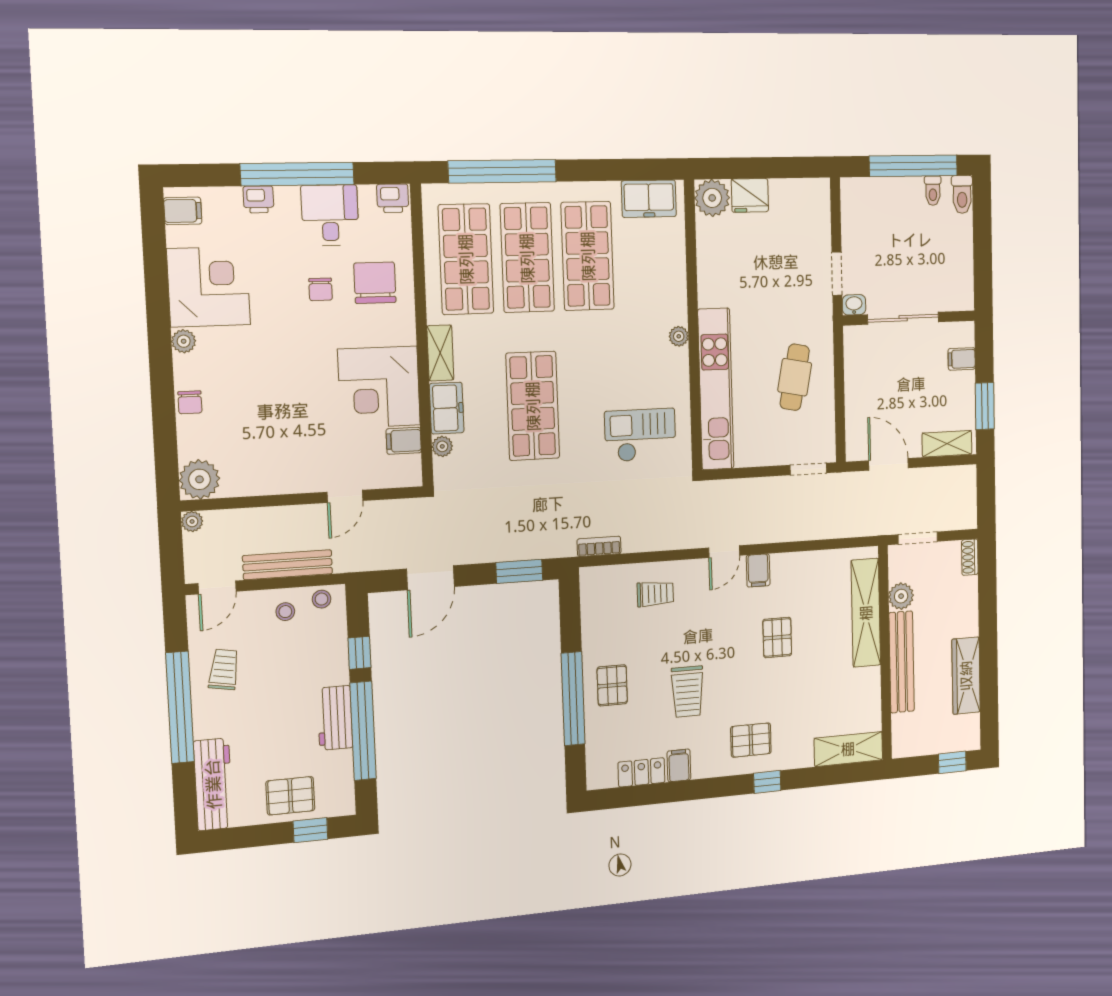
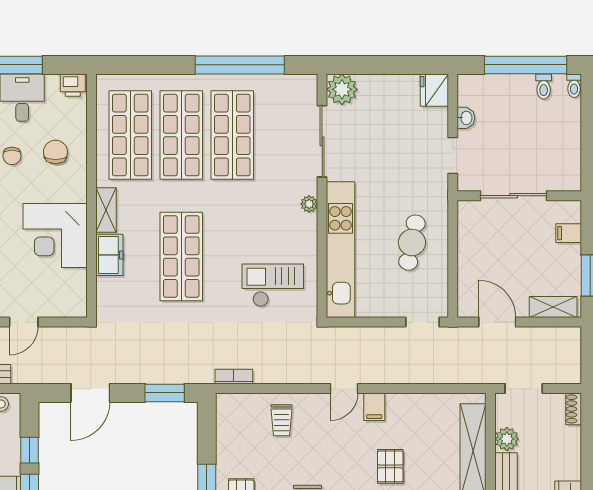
window: (502, 171) -> (240, 65), moved
toilet: (962, 194) -> (574, 86), width x0.73, depth x0.72
fridge: (750, 195) -> (434, 90), moved, turned 90
freezer: (649, 199) -> (287, 89), removed
sliding door: (691, 261) -> (322, 141), added
chair: (375, 283) -> (55, 152), width x0.73, depth x0.73
washbasin: (854, 305) -> (466, 118), moved, turned 90
filing cabinet: (404, 441) -> (73, 280), removed
plant: (442, 446) -> (105, 286), removed
trolley: (655, 594) -> (282, 420), turned 90

